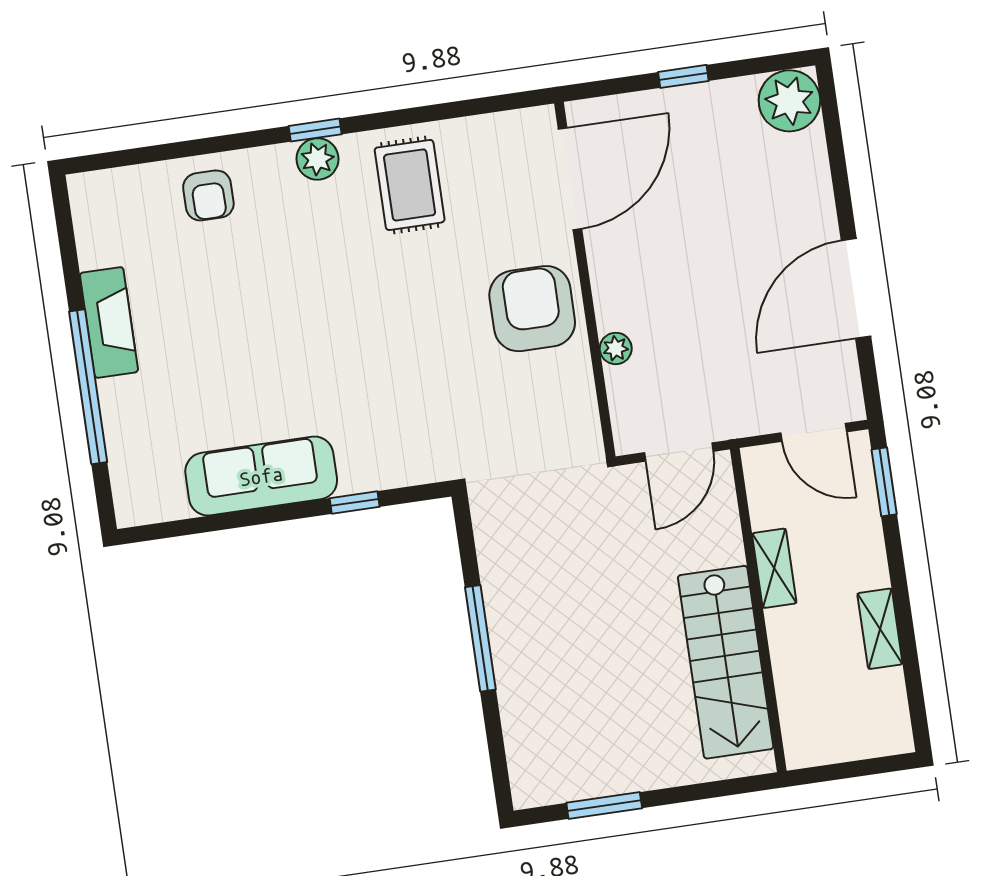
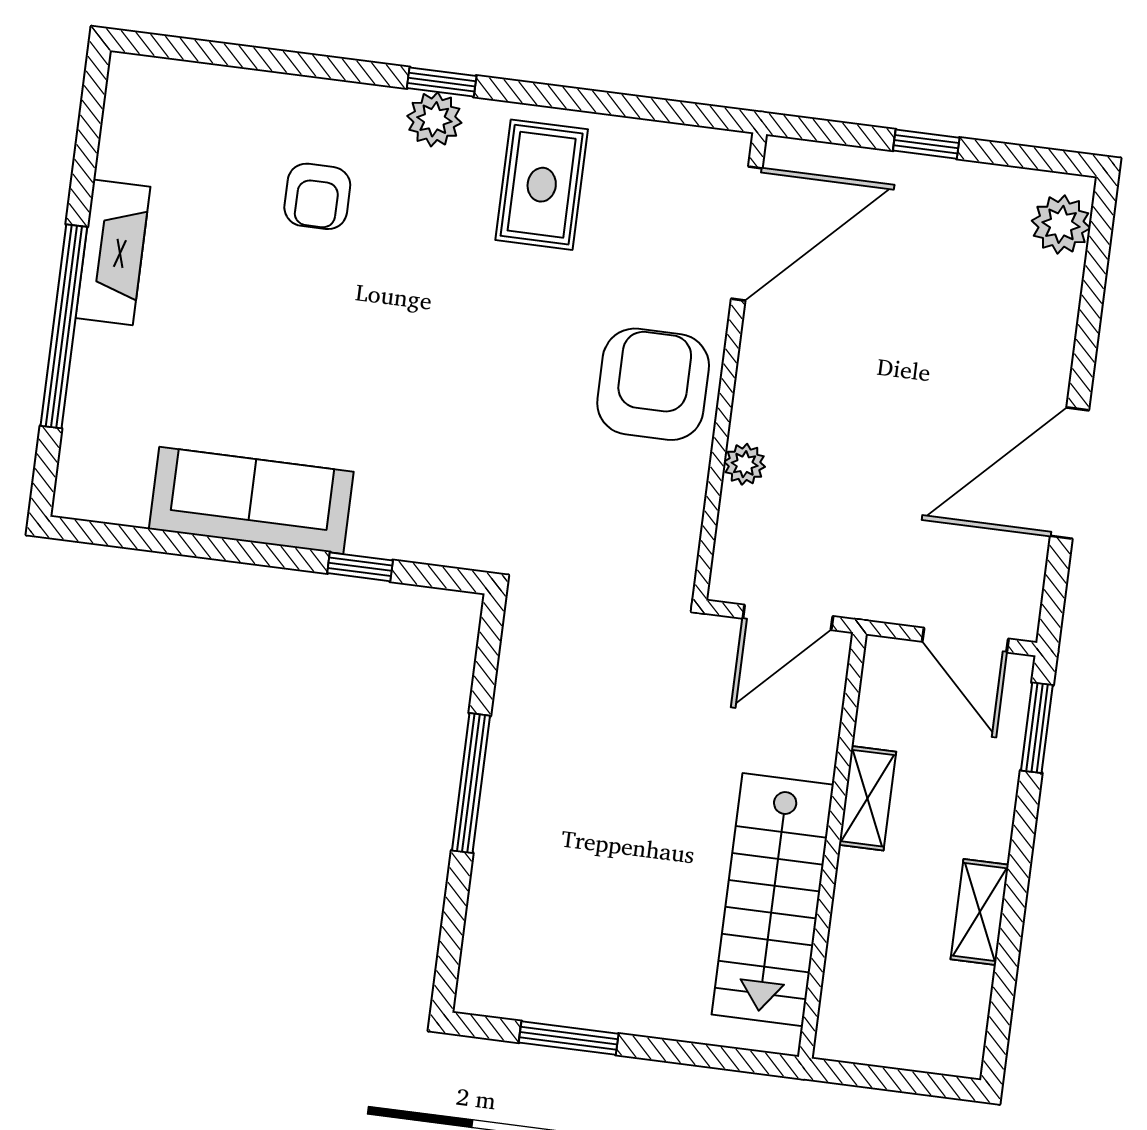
plant: (789, 101) -> (1061, 224), width x0.73, depth x0.73
armchair: (208, 195) -> (317, 196), moved

